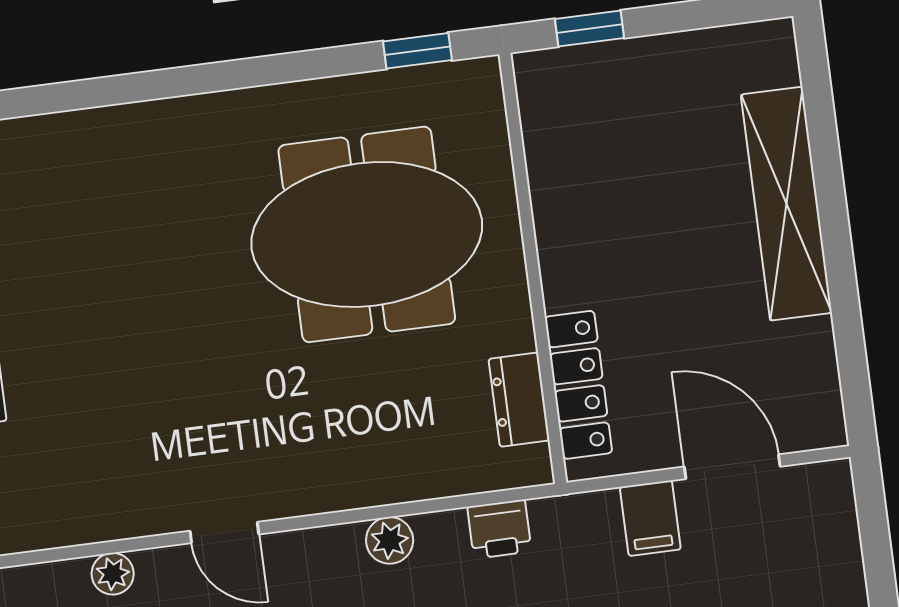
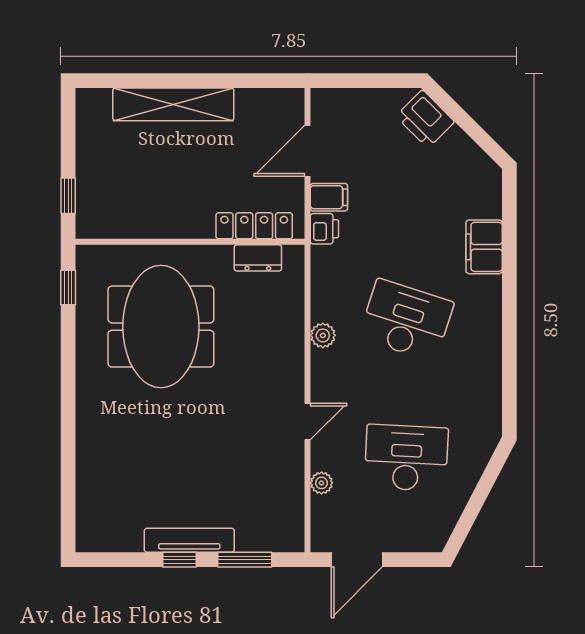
printer: (499, 529) -> (324, 229), moved

